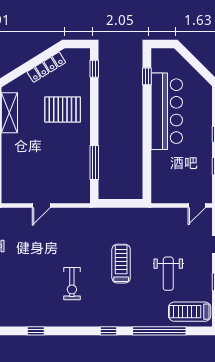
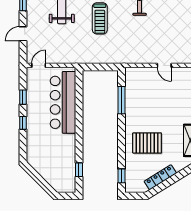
bar counter: (167, 111) -> (63, 102), moved
door: (41, 205) -> (164, 65), swing flipped

